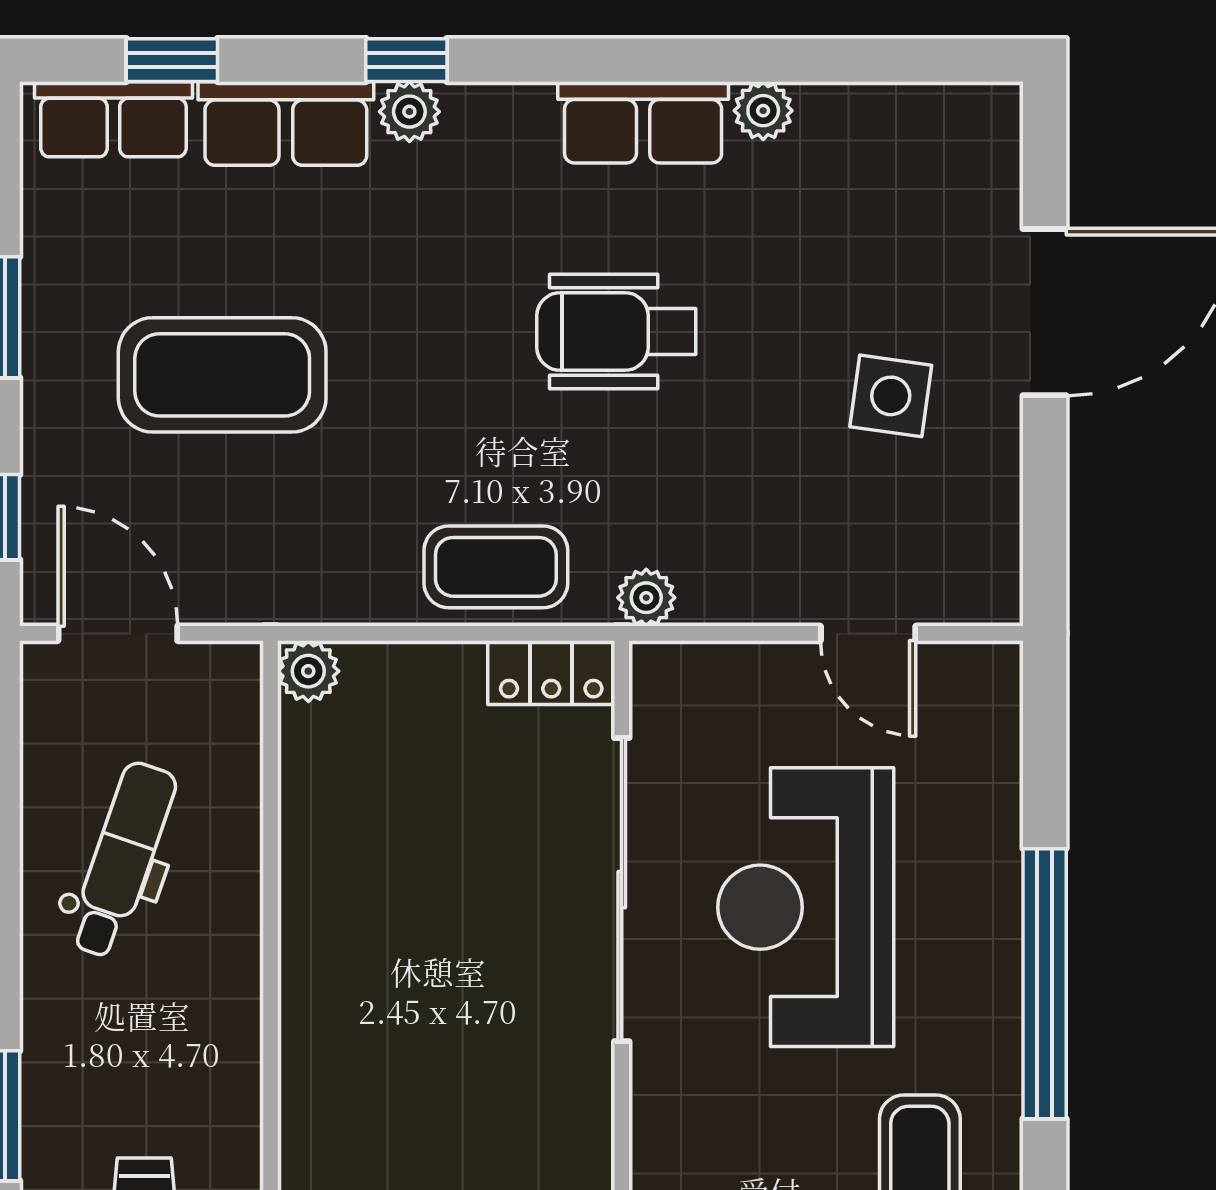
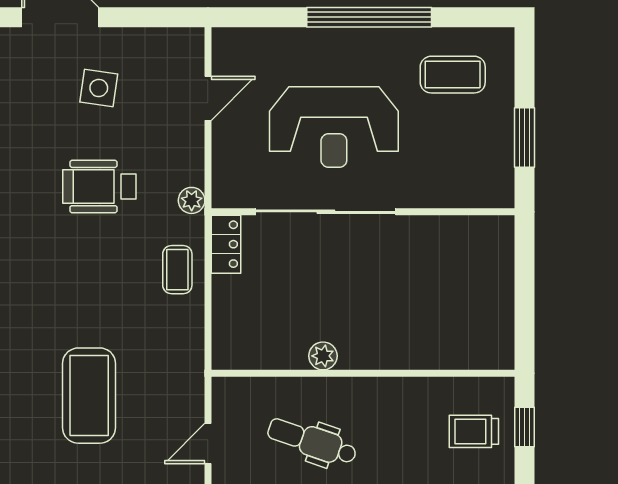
wheelchair: (616, 332) -> (99, 187), moved, turned 90
coffee table: (496, 567) -> (177, 270), width x0.73, depth x0.77
door: (118, 633) -> (208, 444), width x0.73
plant: (308, 671) -> (323, 356), moved

